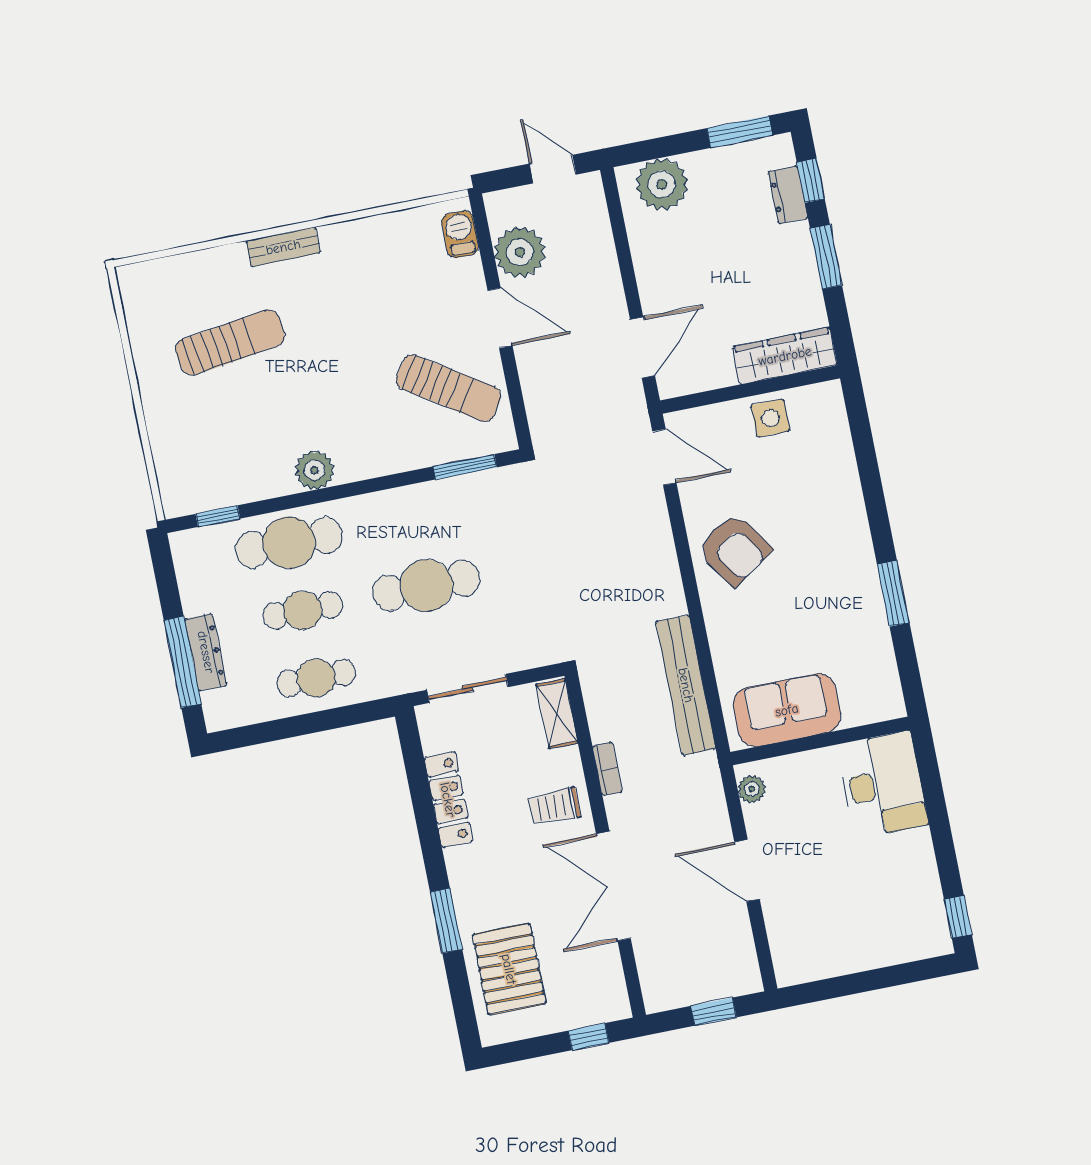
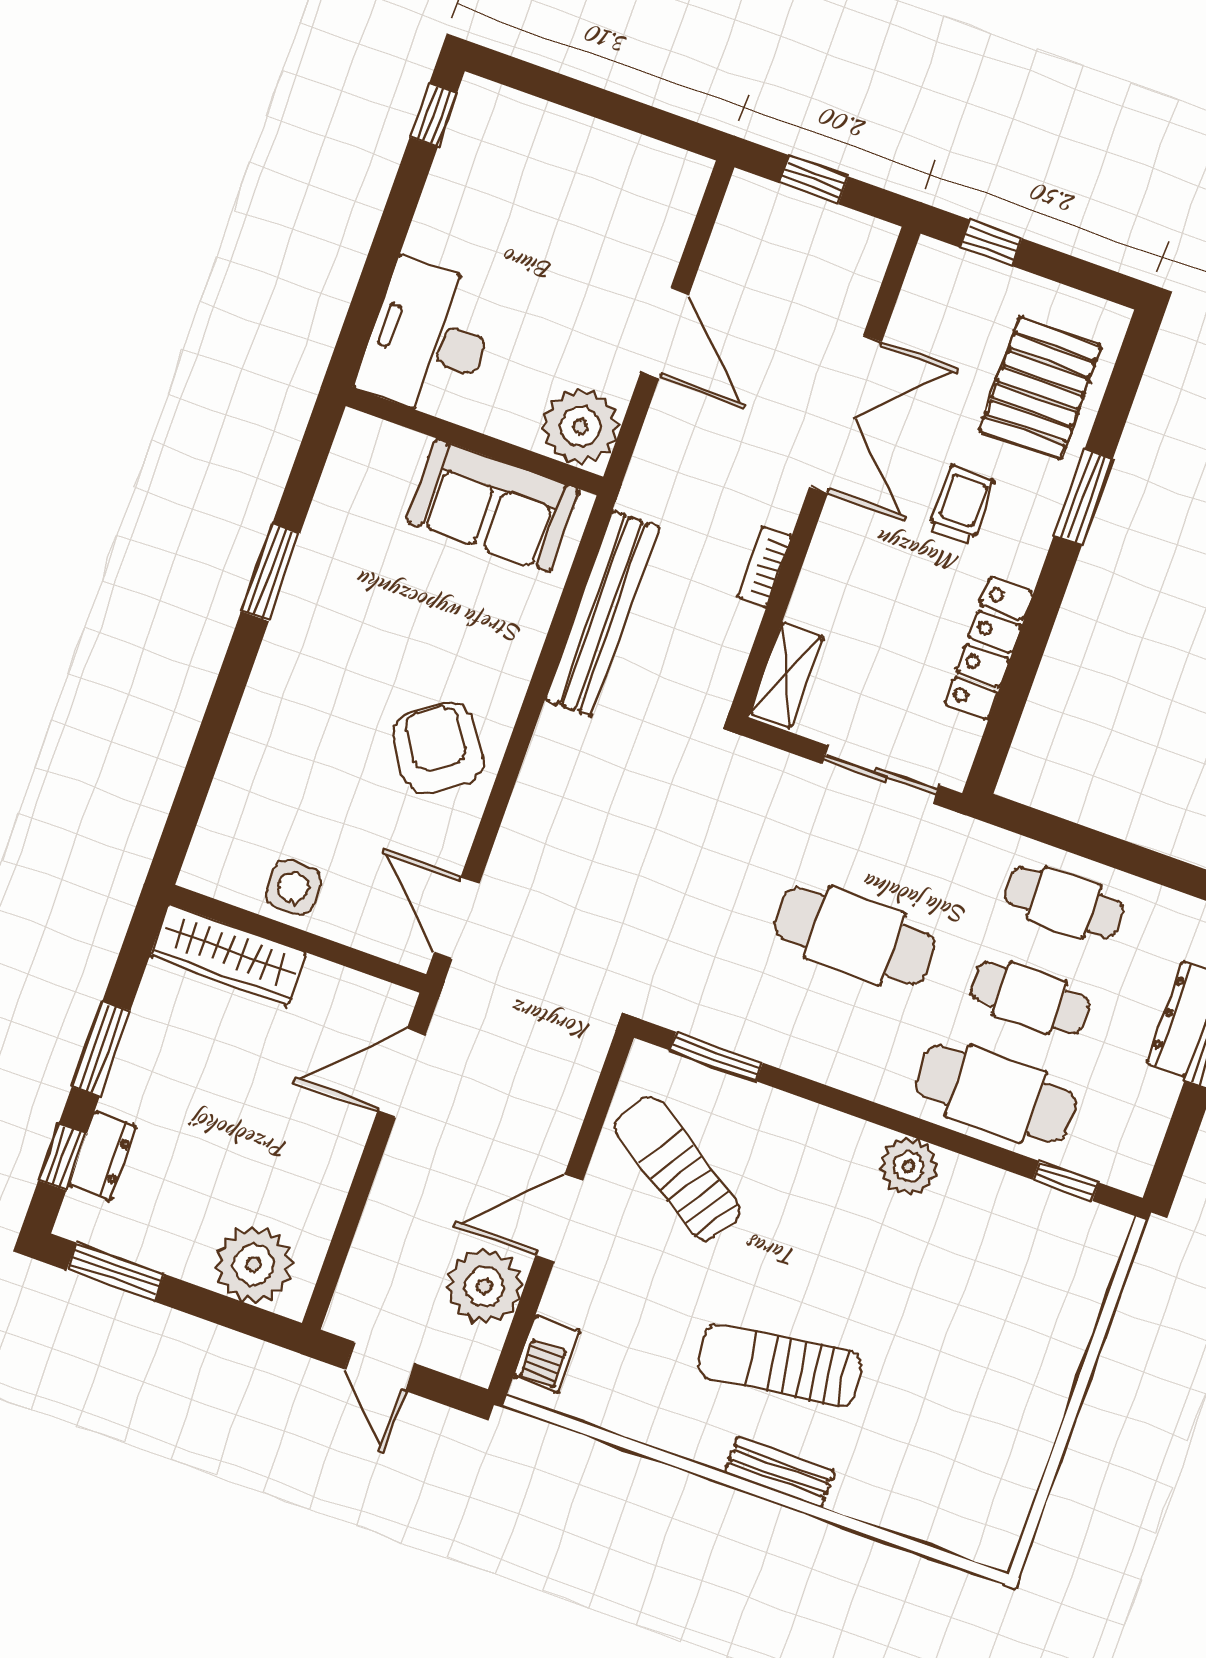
door: (500, 318) -> (559, 1218), hinge flipped
sun lounger: (230, 343) -> (780, 1365), moved
plant: (752, 789) -> (580, 426), width x1.87, depth x1.87
trolley: (554, 806) -> (961, 505), moved, turned -90

